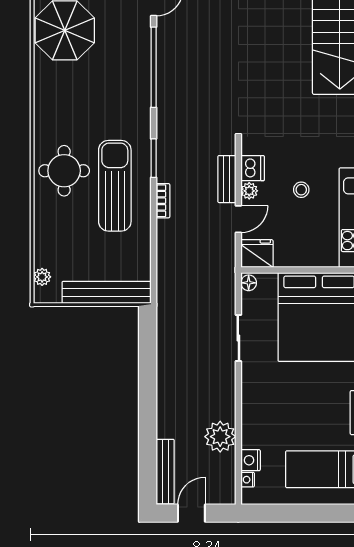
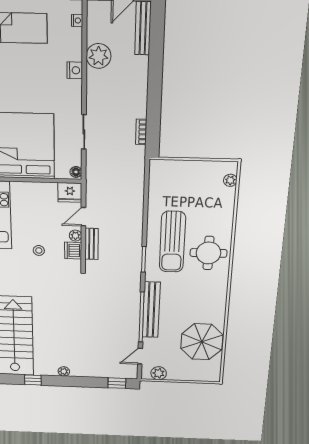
stool: (301, 190) -> (39, 250), moved
bookcase: (163, 201) -> (141, 132), moved
bench: (107, 292) -> (151, 310), moved, turned 90
nightstand: (251, 460) -> (75, 70), moved

